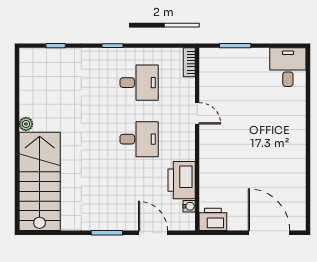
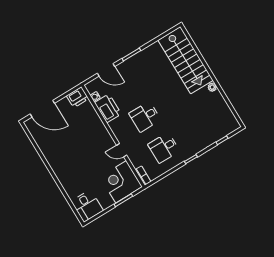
corner desk: (223, 72) -> (121, 182), added

